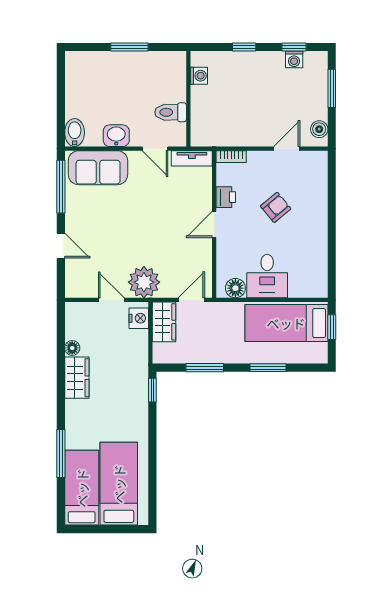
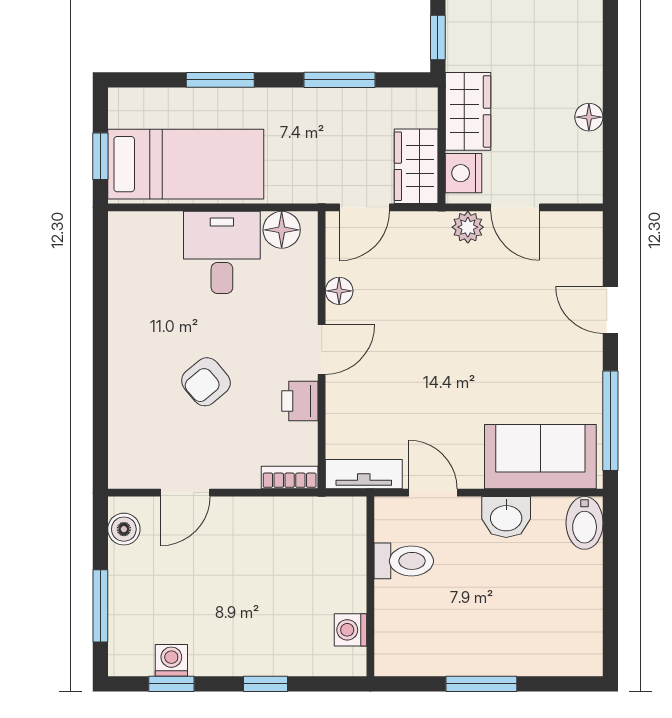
floor lamp: (205, 256) -> (339, 291), added
plant: (144, 282) -> (468, 227), width x0.53, depth x0.53
wardrobe: (77, 378) -> (468, 111), moved, turned 180

